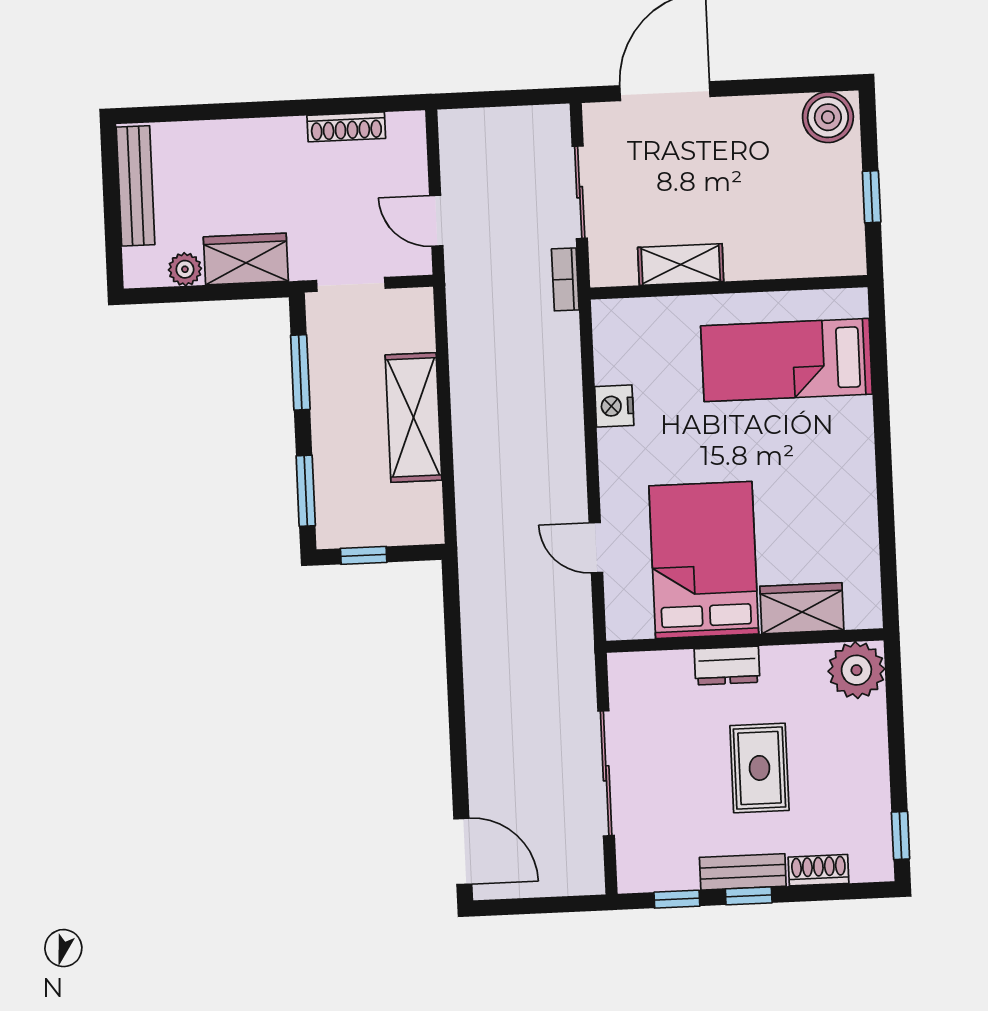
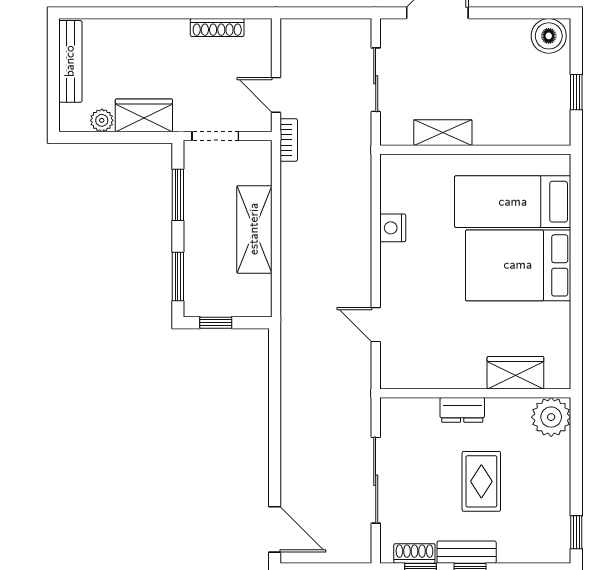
bookcase: (565, 279) -> (289, 140), moved, turned 180
bed: (704, 560) -> (518, 265), moved, turned -90
shoe rack: (819, 870) -> (414, 553), moved

